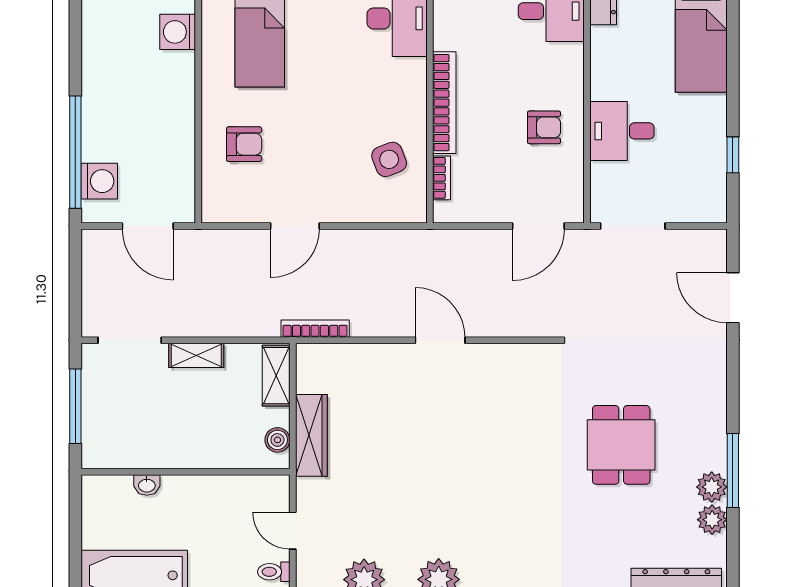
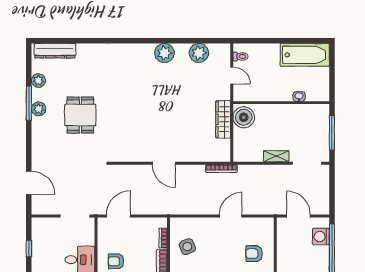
shelving: (276, 376) -> (239, 147), removed
boiler: (277, 440) -> (244, 117), width x1.86, depth x1.86
plant: (712, 487) -> (39, 109), moved

